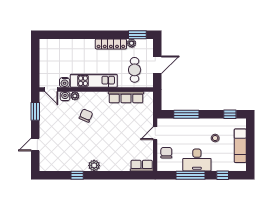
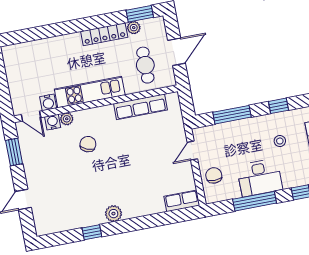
window: (230, 114) -> (279, 106), moved

